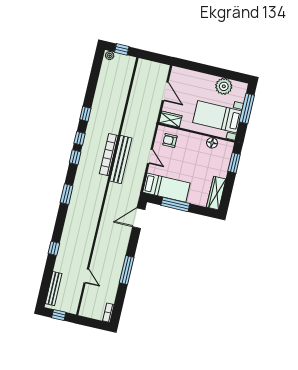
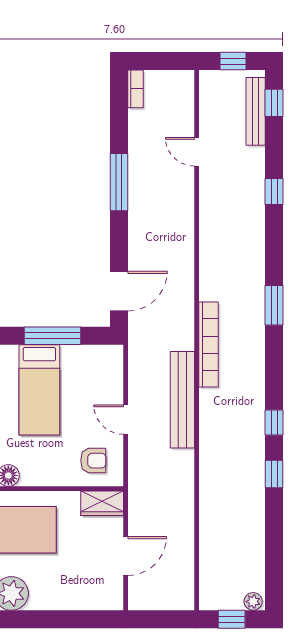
door: (165, 91) -> (126, 556), swing flipped
bookcase: (109, 155) -> (208, 345), moved
window: (75, 157) -> (274, 103), moved
bed: (166, 188) -> (39, 390), moved, turned -90

